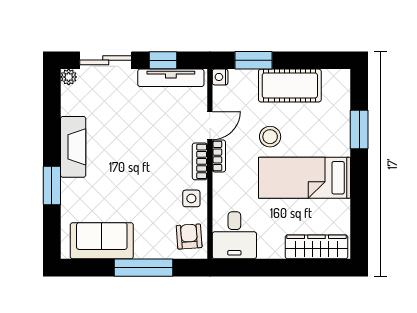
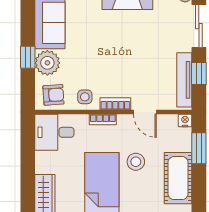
bookcase: (219, 156) -> (103, 120), moved
plant: (150, 244) -> (47, 63), added
window: (143, 268) -> (28, 57), width x0.46

